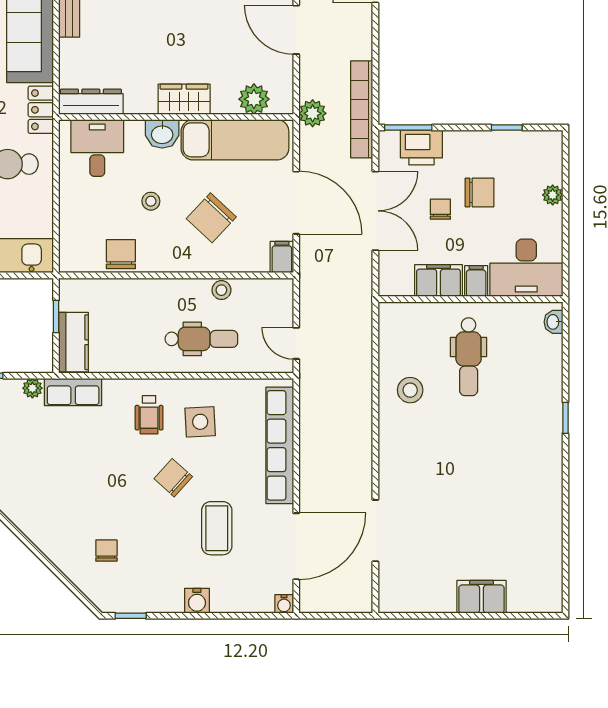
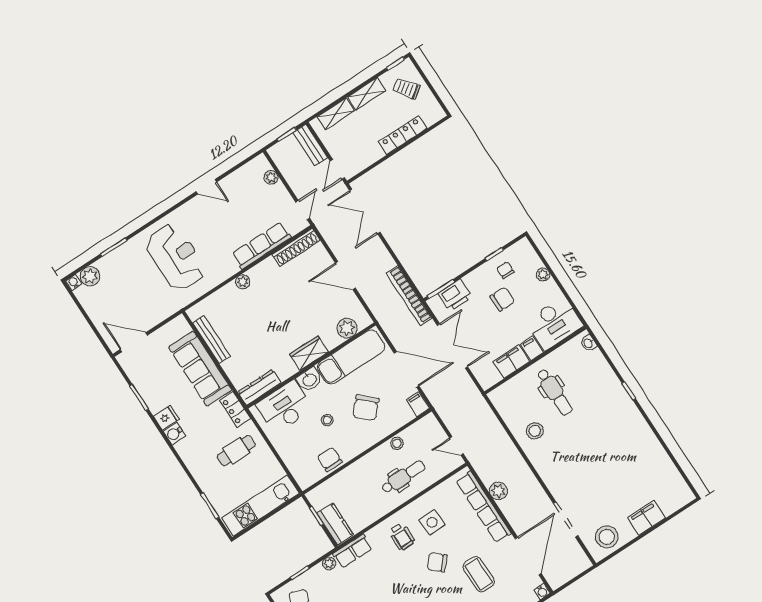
plant: (313, 113) -> (498, 491), moved
desk: (97, 148) -> (285, 407), width x1.37
chair: (440, 209) -> (505, 270), moved
stool: (414, 588) -> (607, 537), added

